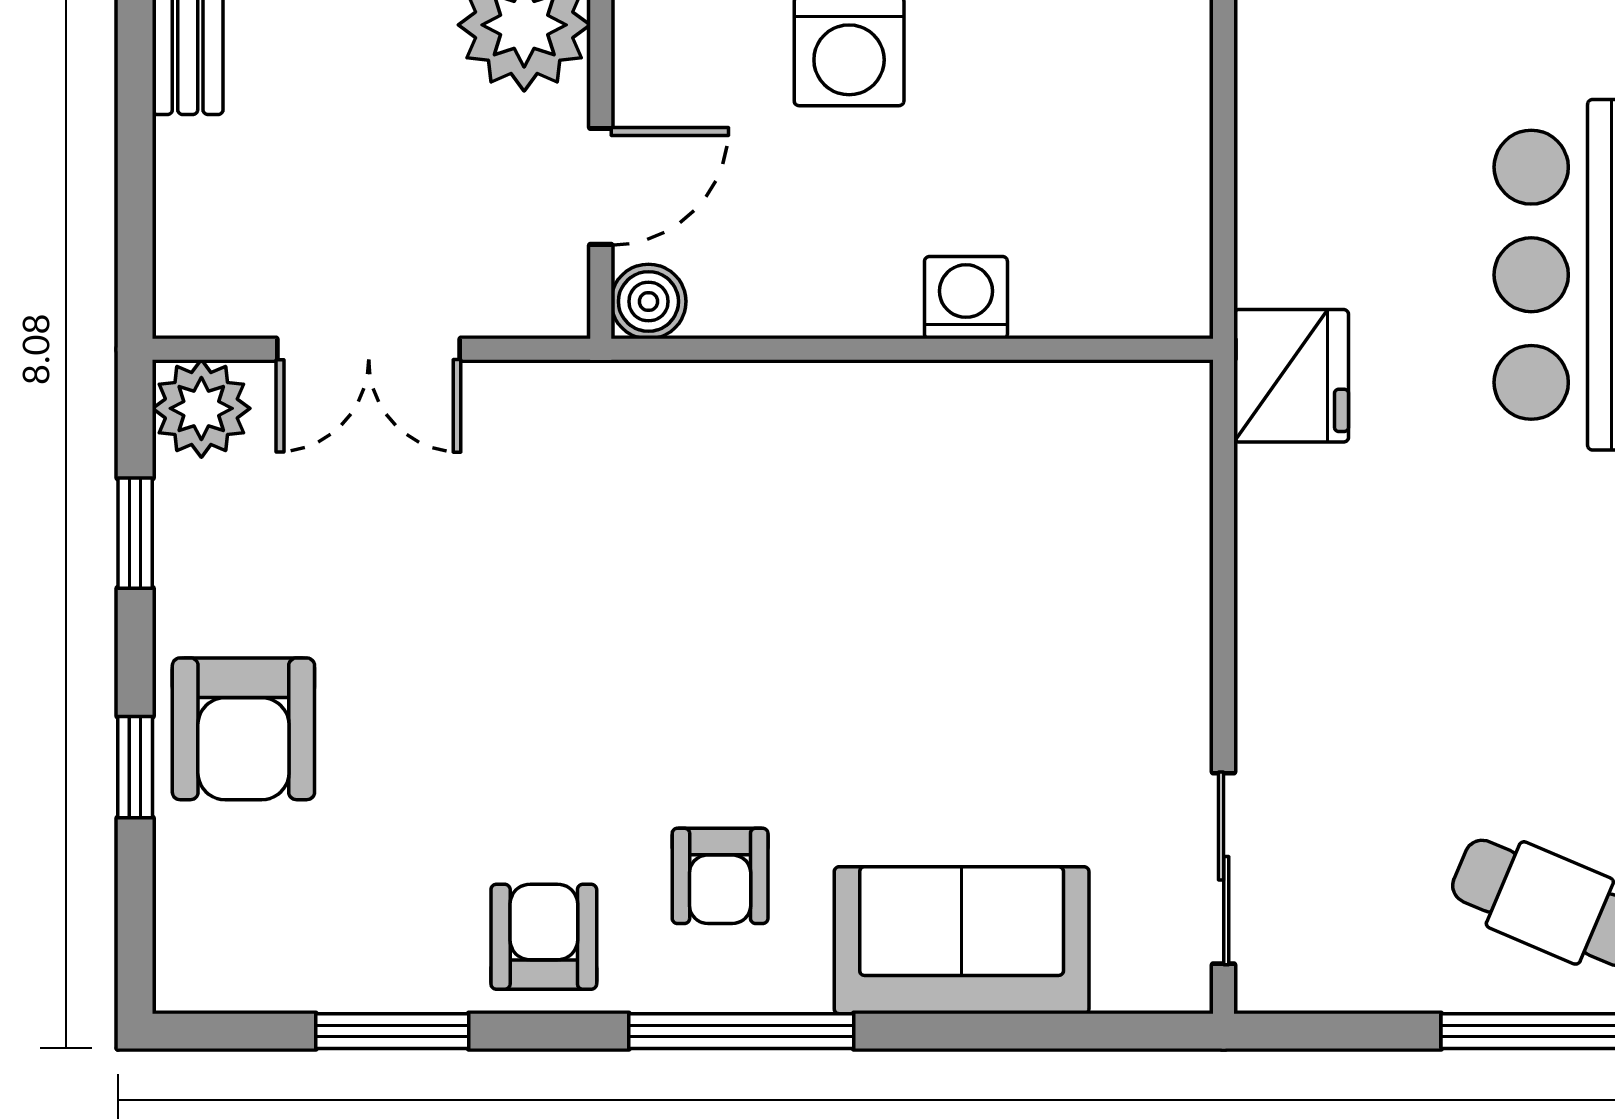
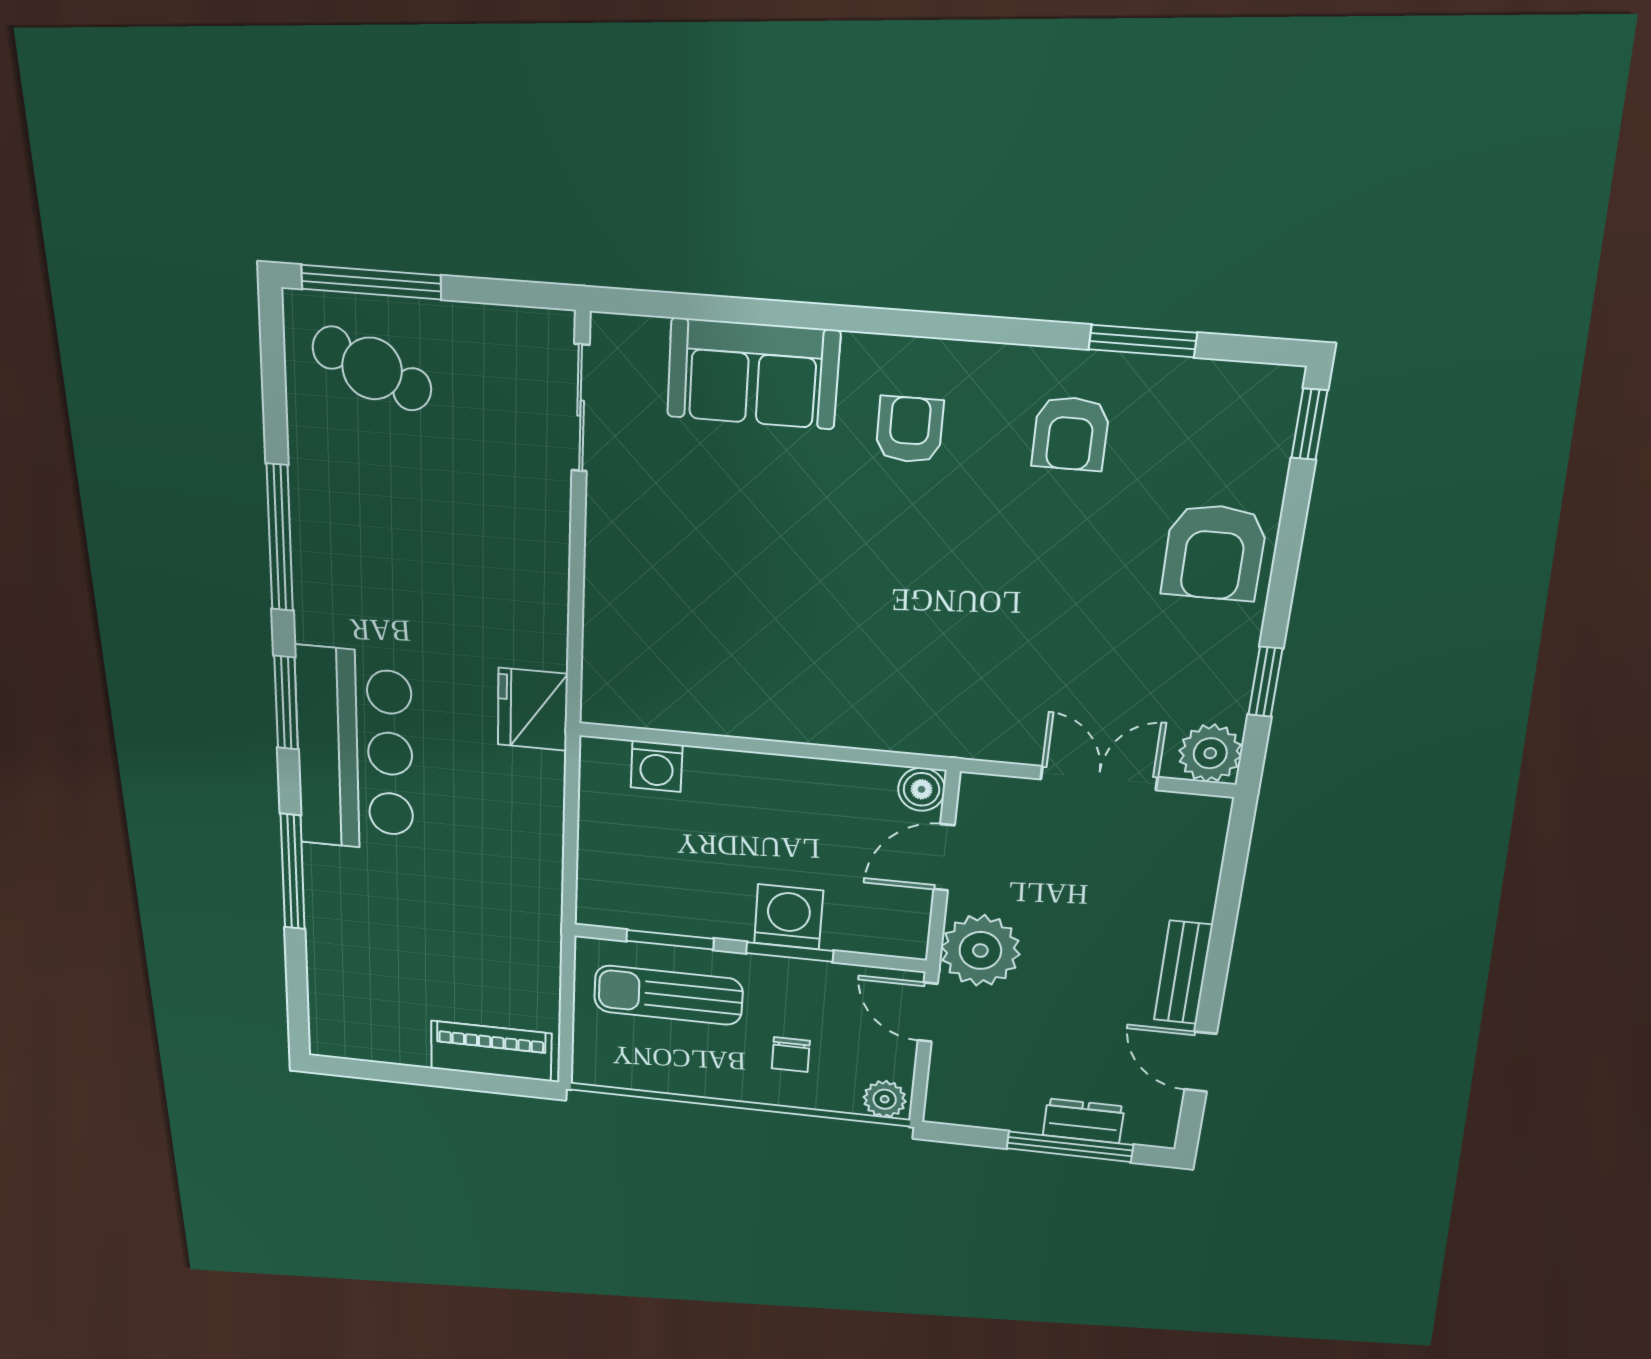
washing machine: (966, 298) -> (657, 766), moved
armchair: (243, 729) -> (1214, 552), turned 180
window: (135, 767) -> (1309, 424), moved
armchair: (544, 937) -> (1071, 434), moved
window: (741, 1031) -> (905, 323), removed

